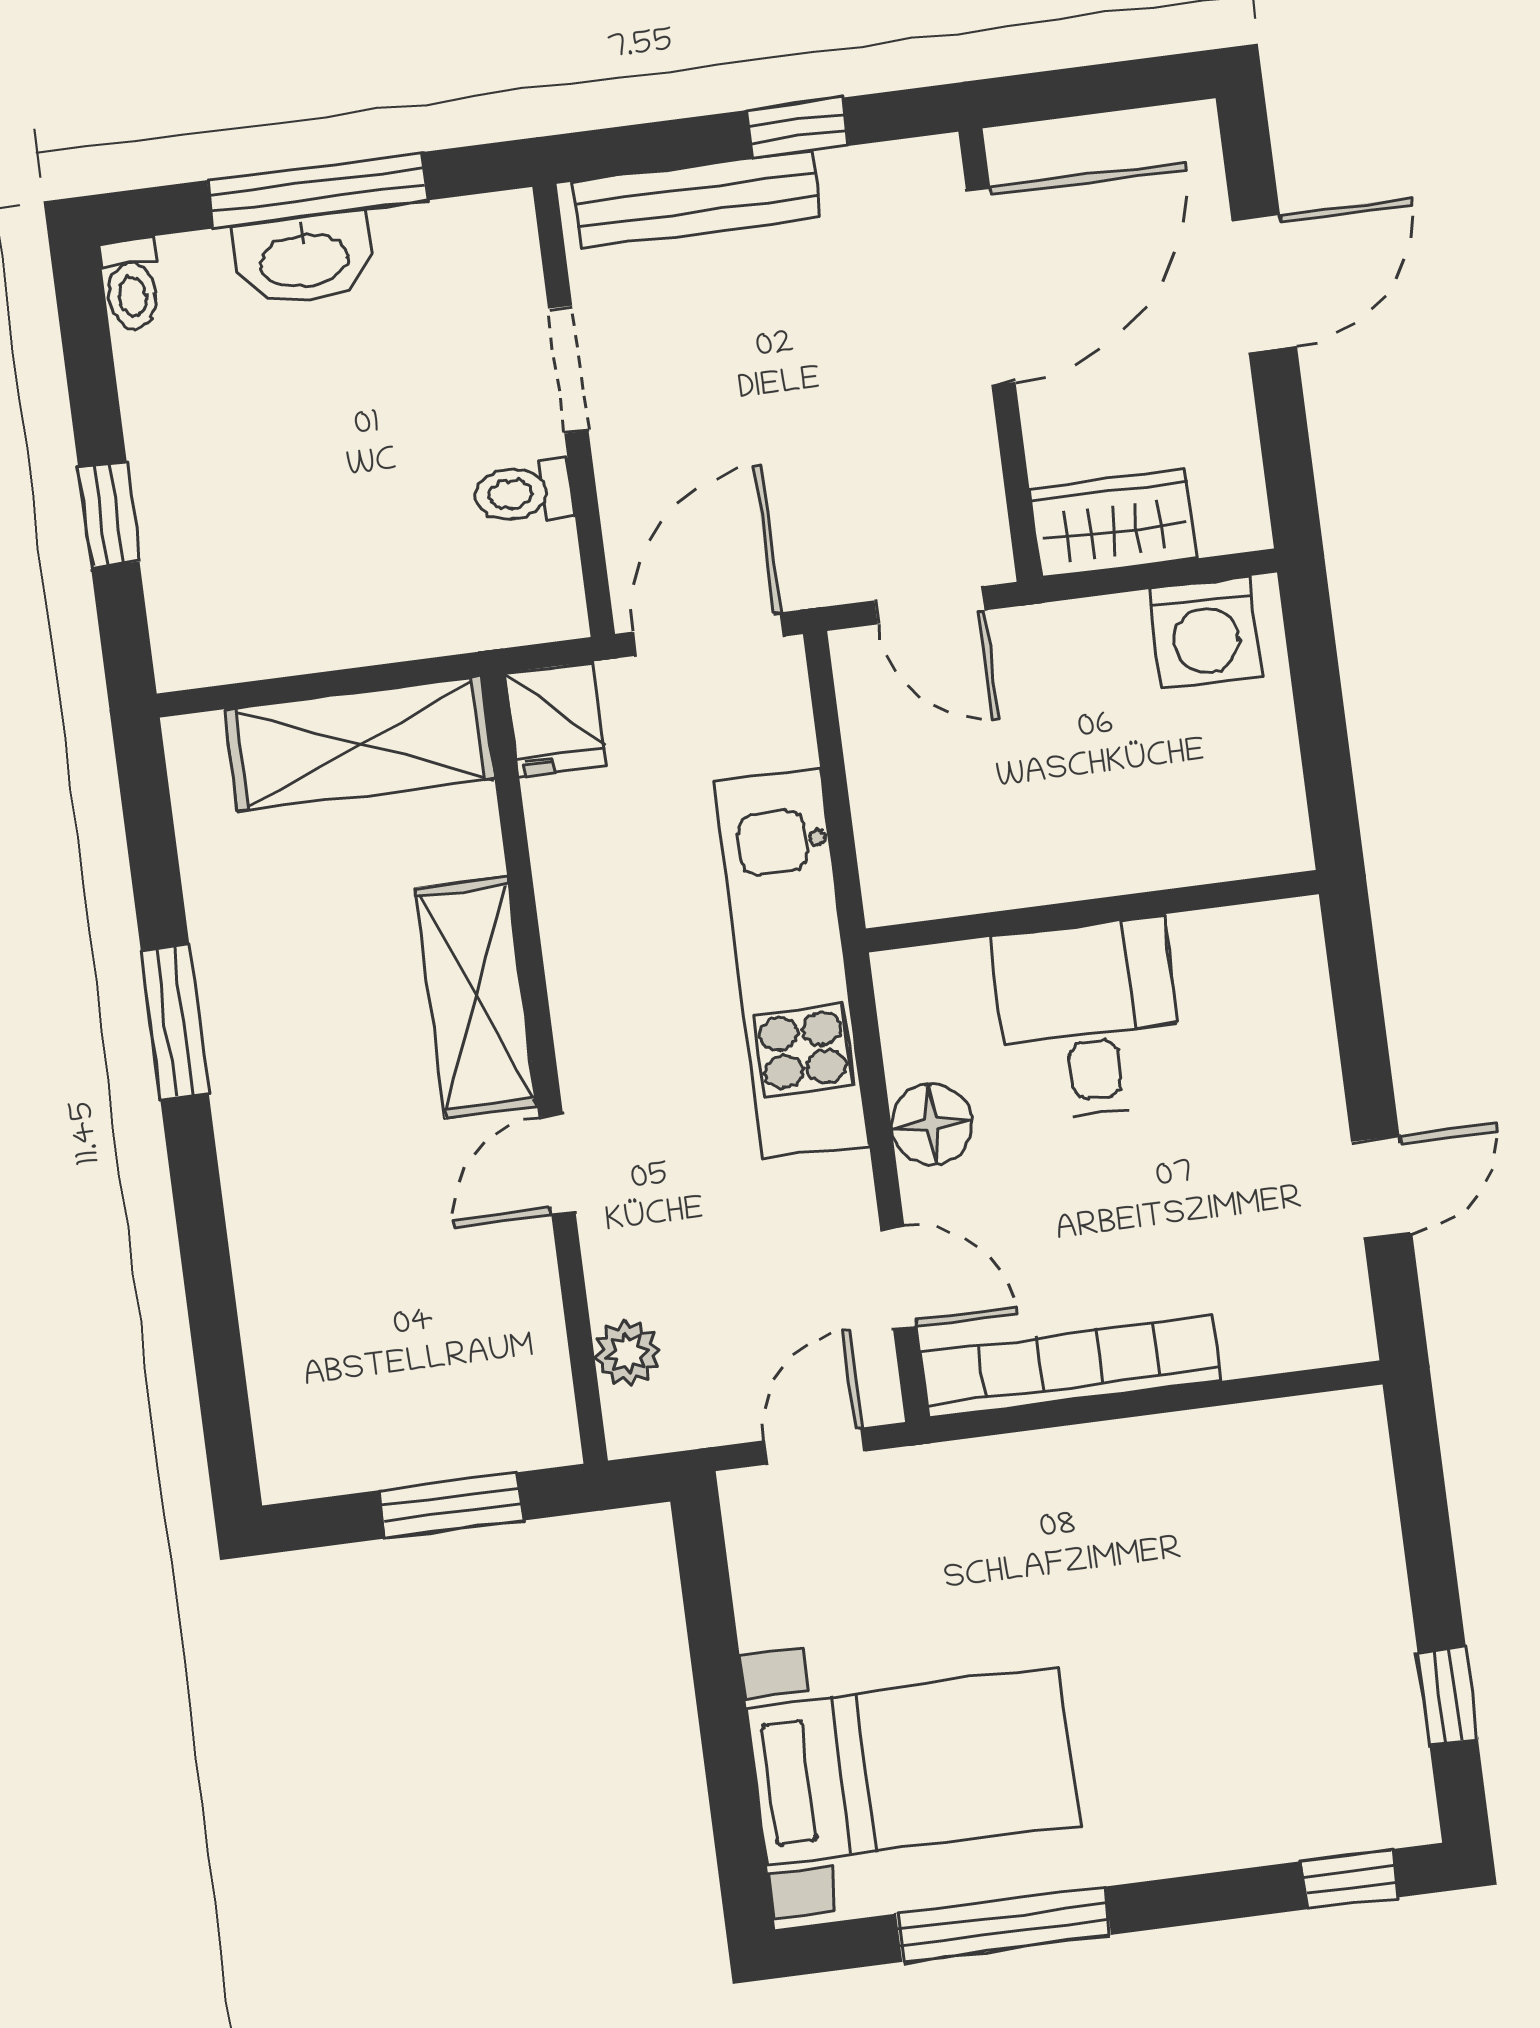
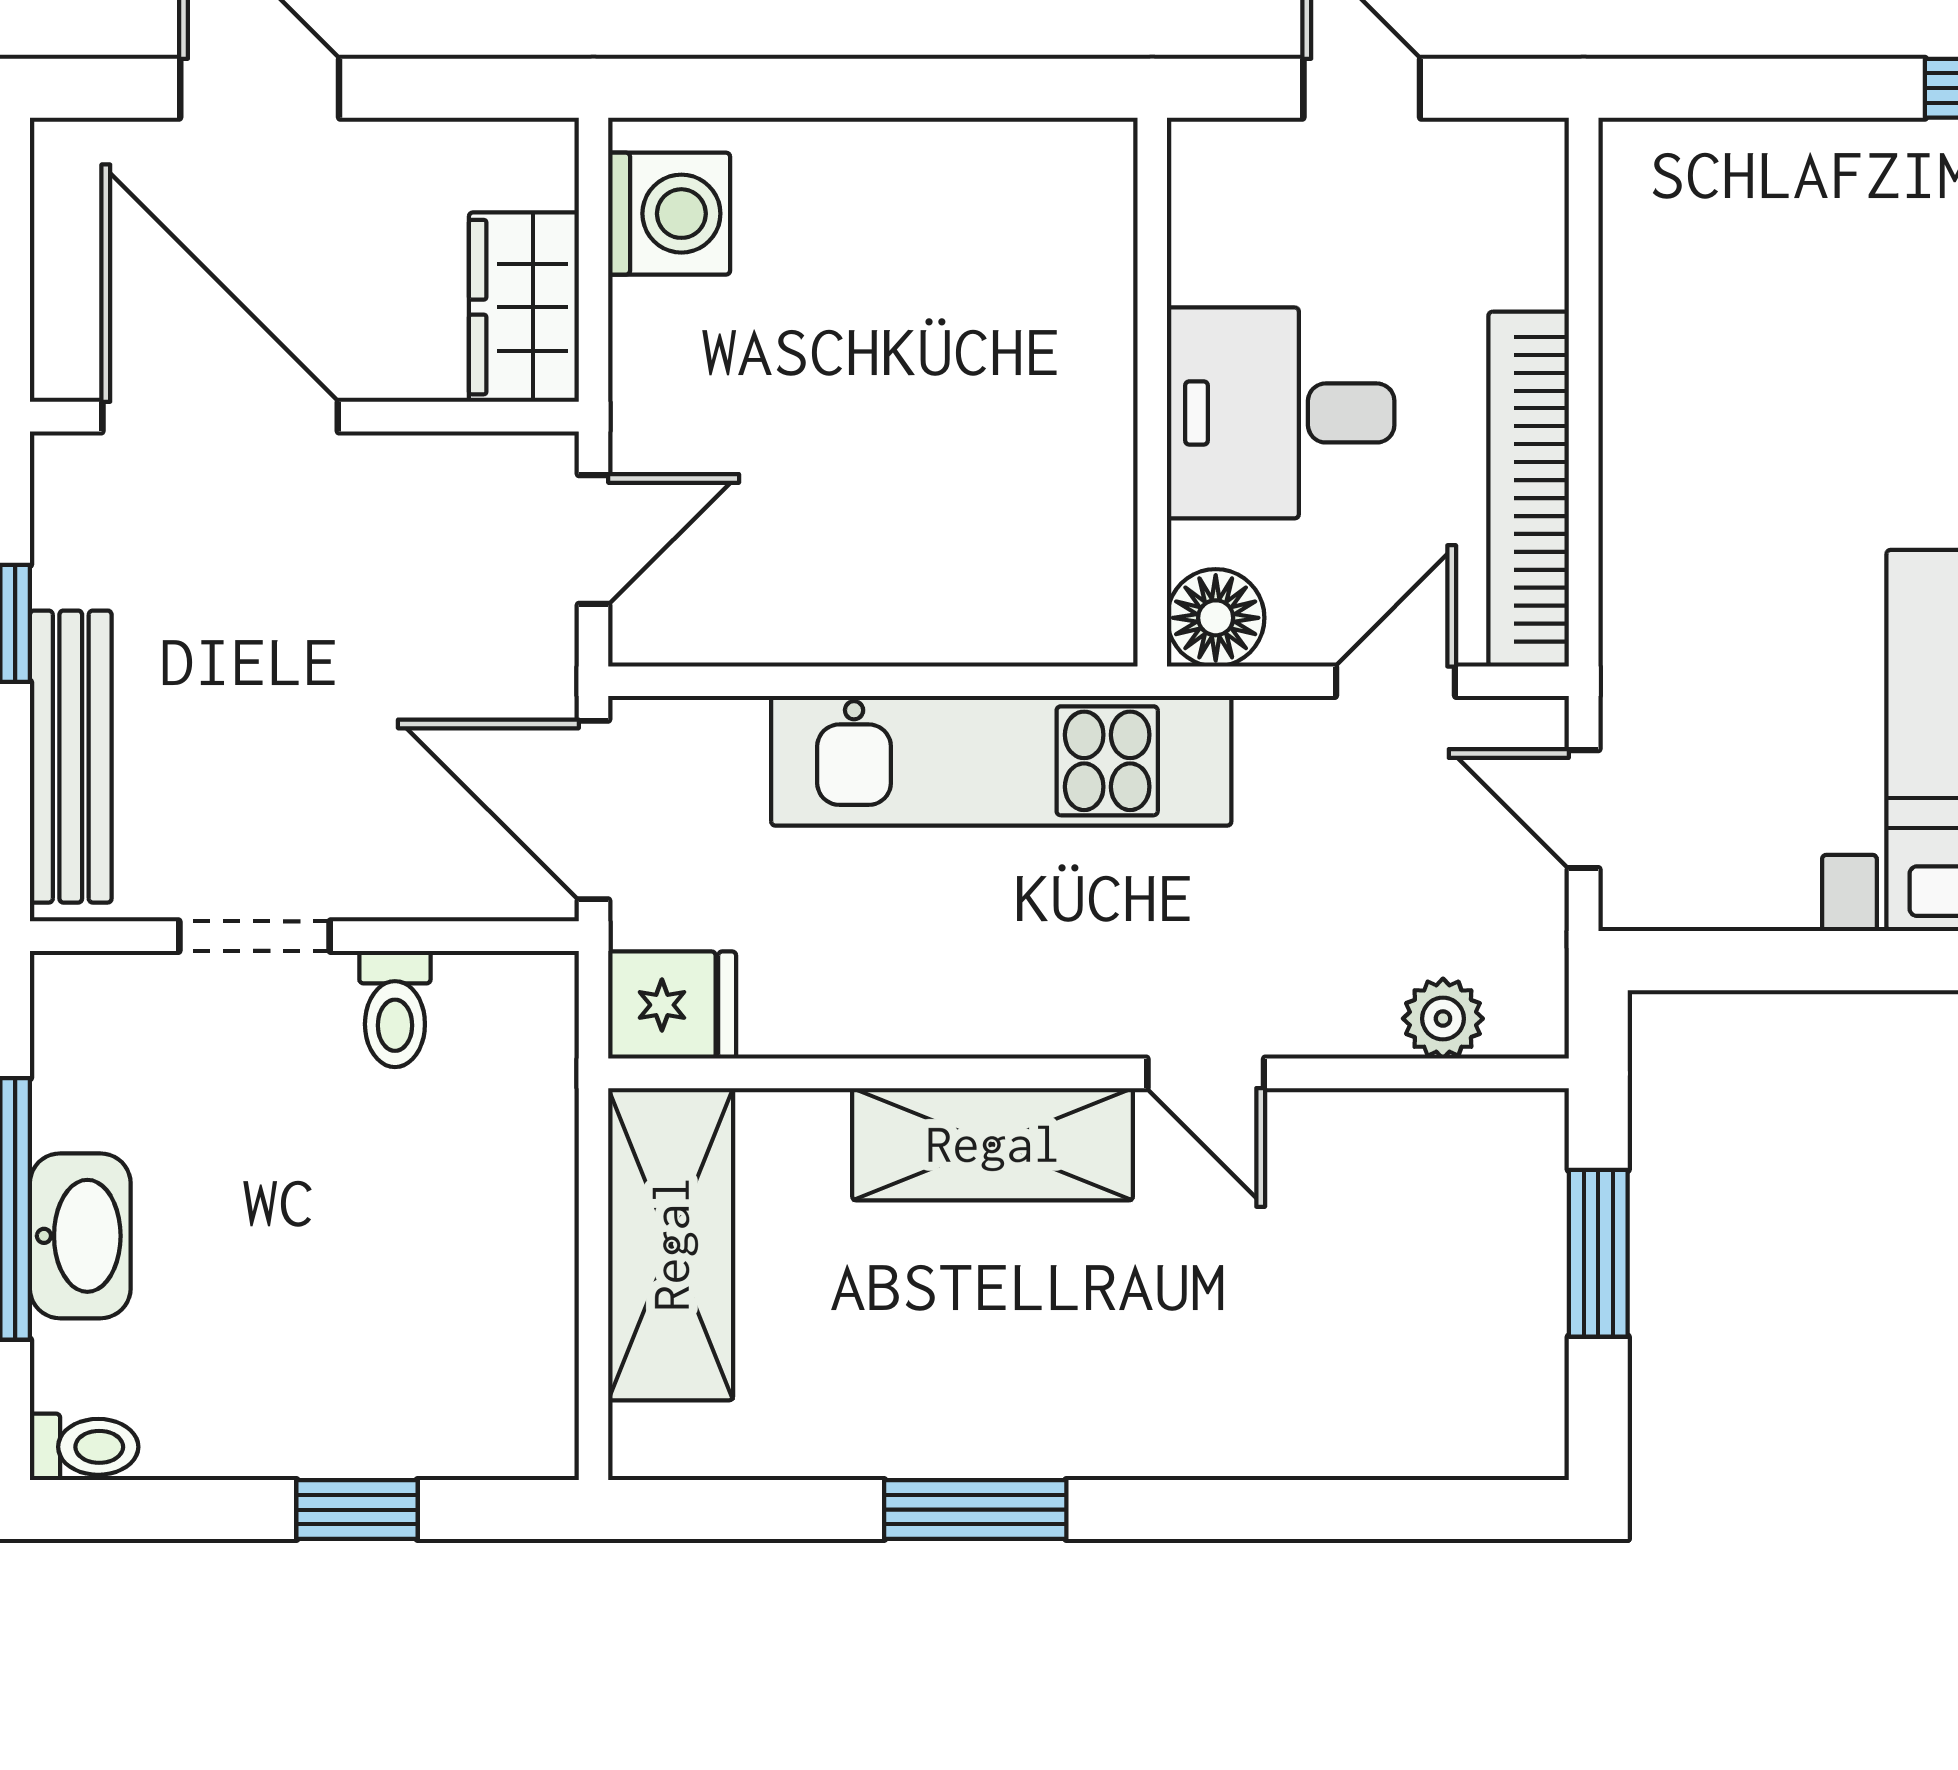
wall: (1092, 911) -> (1152, 392), moved
desk: (1089, 1019) -> (1281, 413), moved

